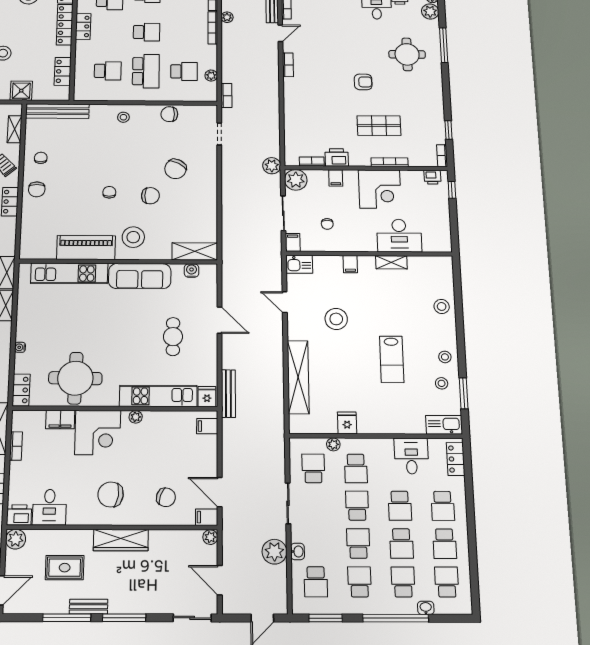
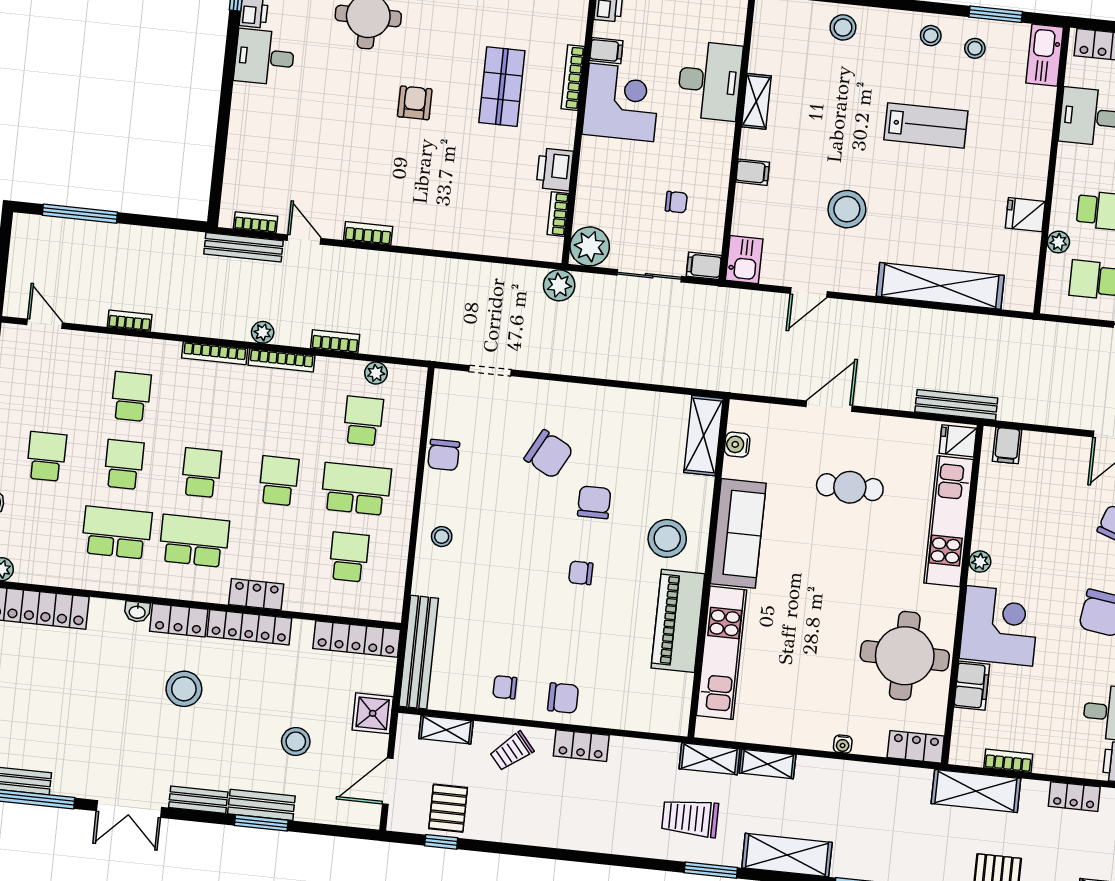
locker: (63, 71) -> (357, 639), width x1.53
bookcase: (226, 96) -> (335, 341), moved
filing cabinet: (336, 178) -> (606, 51), moved

